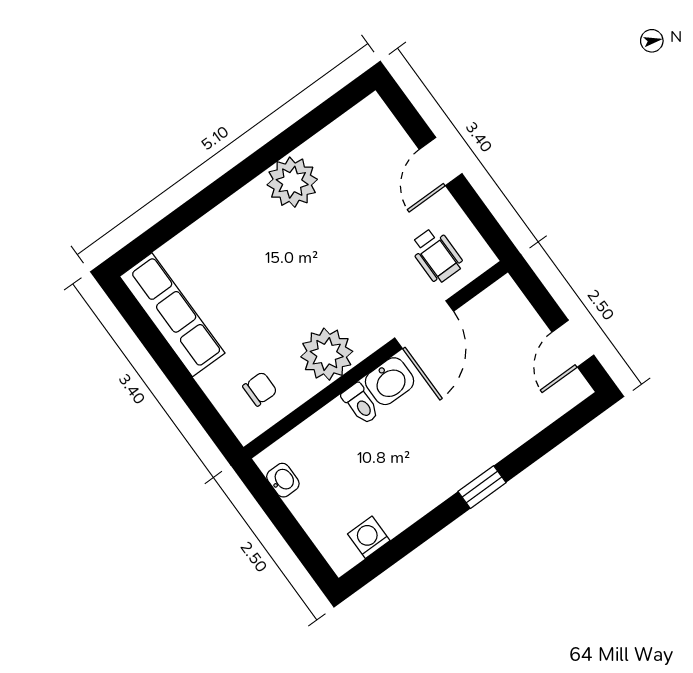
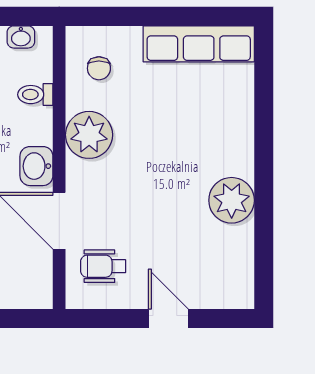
toilet: (361, 404) -> (35, 95), moved

